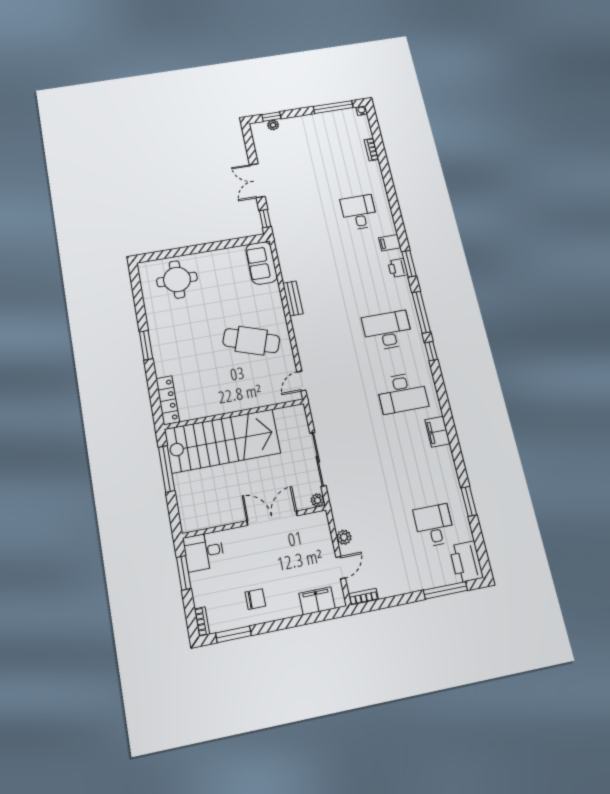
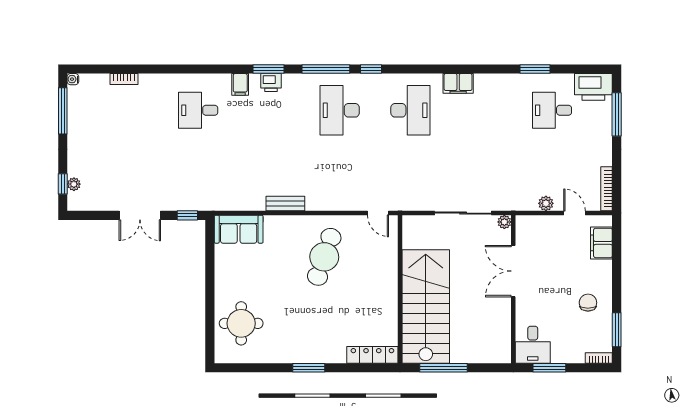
bookcase: (363, 597) -> (607, 189), width x1.56

